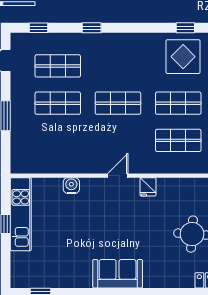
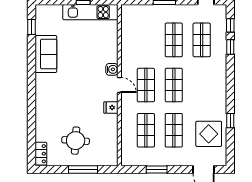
window: (92, 28) -> (230, 47), moved
window: (185, 28) -> (230, 121), moved
shop shelf: (118, 140) -> (146, 85), added
water cooler: (71, 186) -> (112, 69), moved
sofa: (118, 274) -> (46, 54), moved

